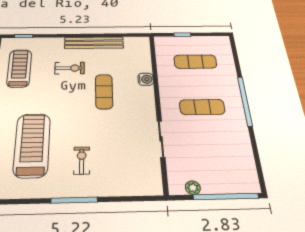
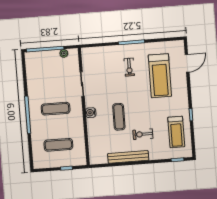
water cooler: (146, 79) -> (91, 113), moved

